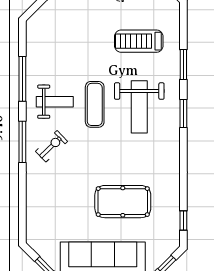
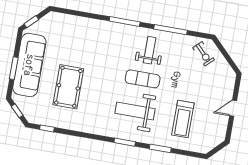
treadmill: (139, 41) -> (183, 119), turned 180
weight bench: (55, 102) -> (150, 50), turned 180
exercise bike: (52, 146) -> (204, 54), moved

